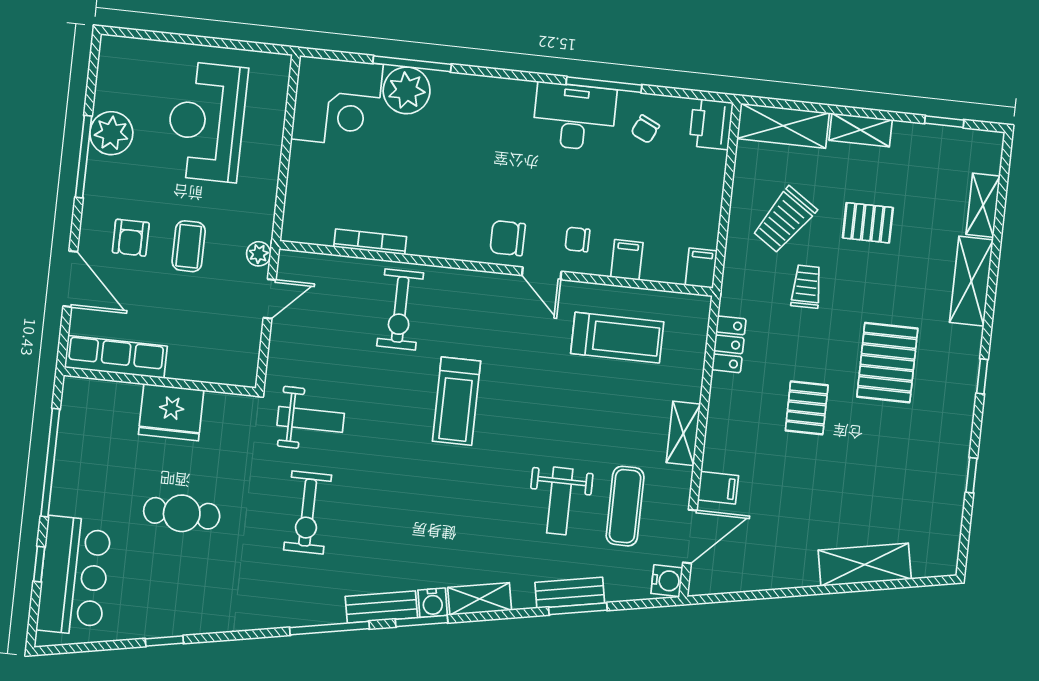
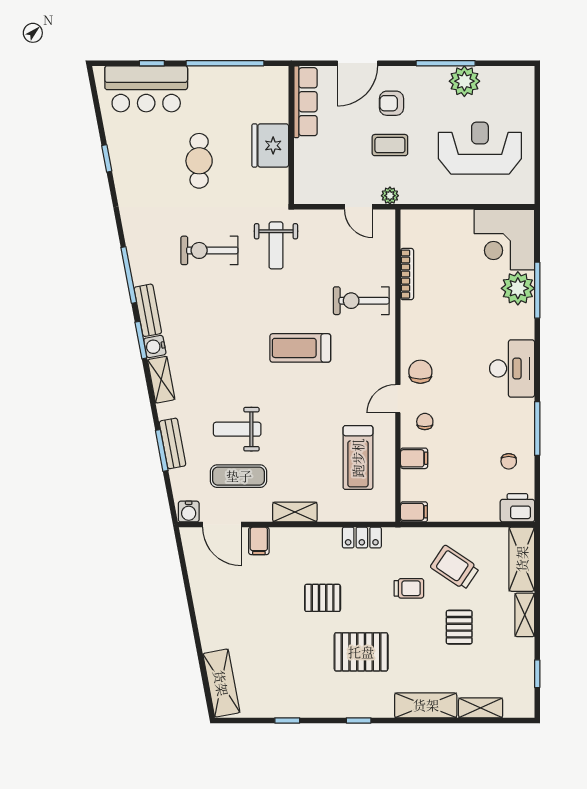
desk: (574, 117) -> (512, 368), moved
chair: (645, 129) -> (509, 461), turned -115
shelving: (865, 565) -> (221, 683), moved

